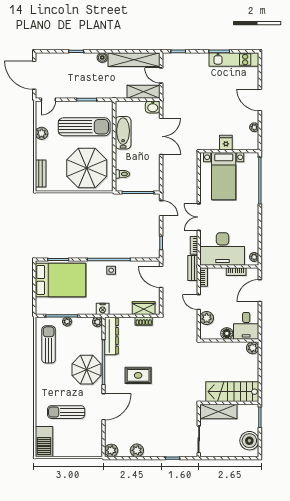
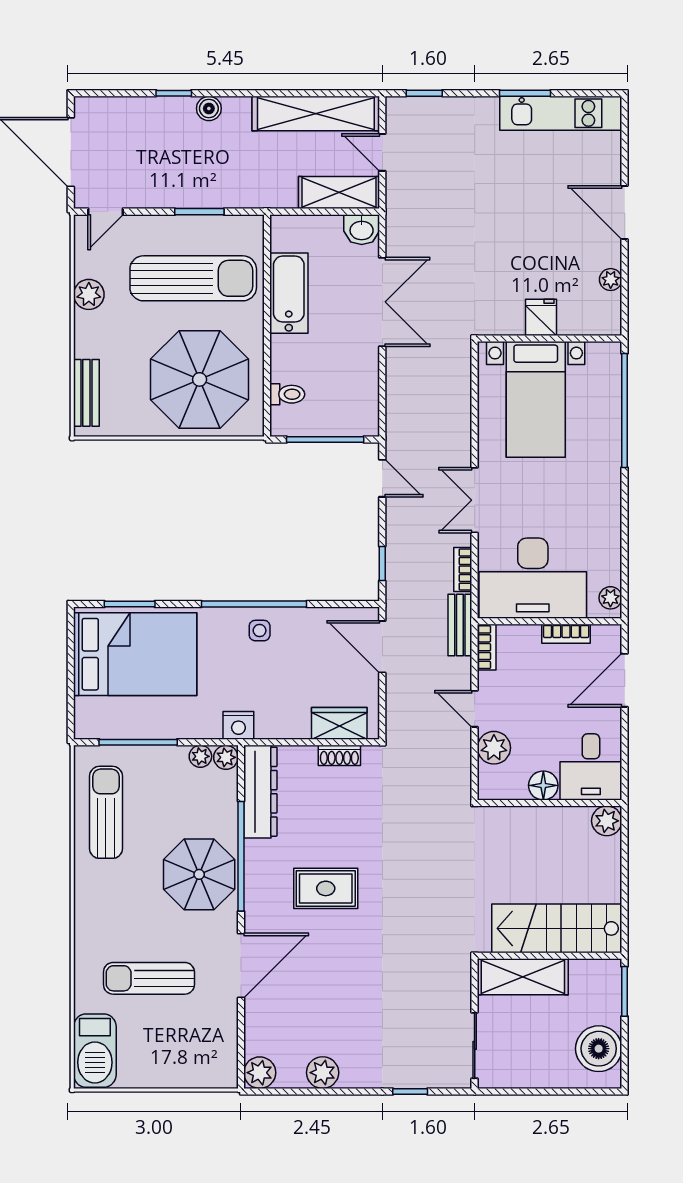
boiler: (102, 58) -> (209, 108), moved
plant: (67, 322) -> (200, 756), moved

